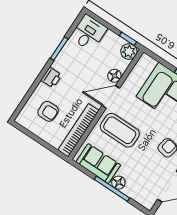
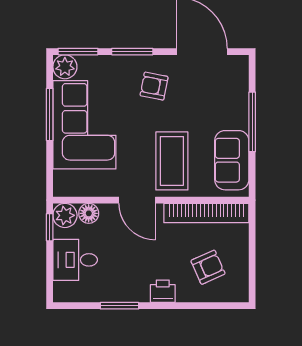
desk: (89, 33) -> (75, 260), moved
floor lamp: (114, 76) -> (89, 213), moved
armchair: (48, 111) -> (208, 267), turned 66
floor lamp: (118, 183) -> (239, 119), removed

